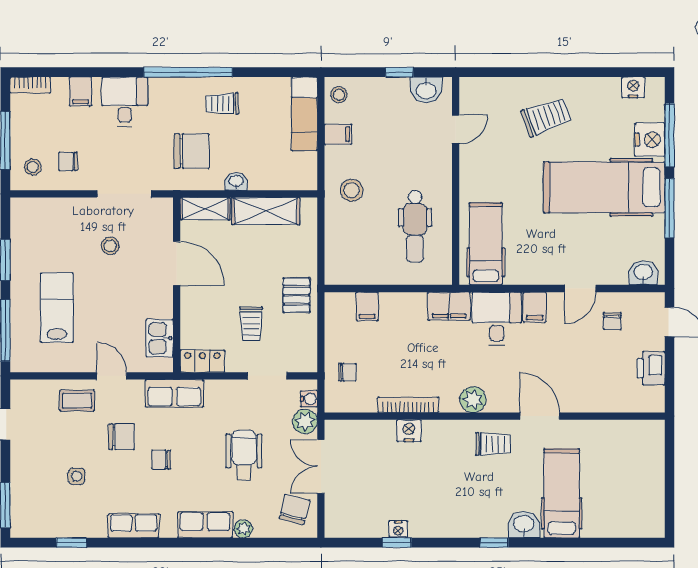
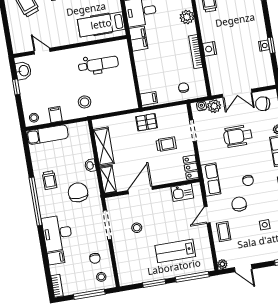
desk: (125, 102) -> (57, 233), width x1.37
filing cabinet: (367, 306) -> (149, 98), moved
plant: (19, 388) -> (222, 264), added

